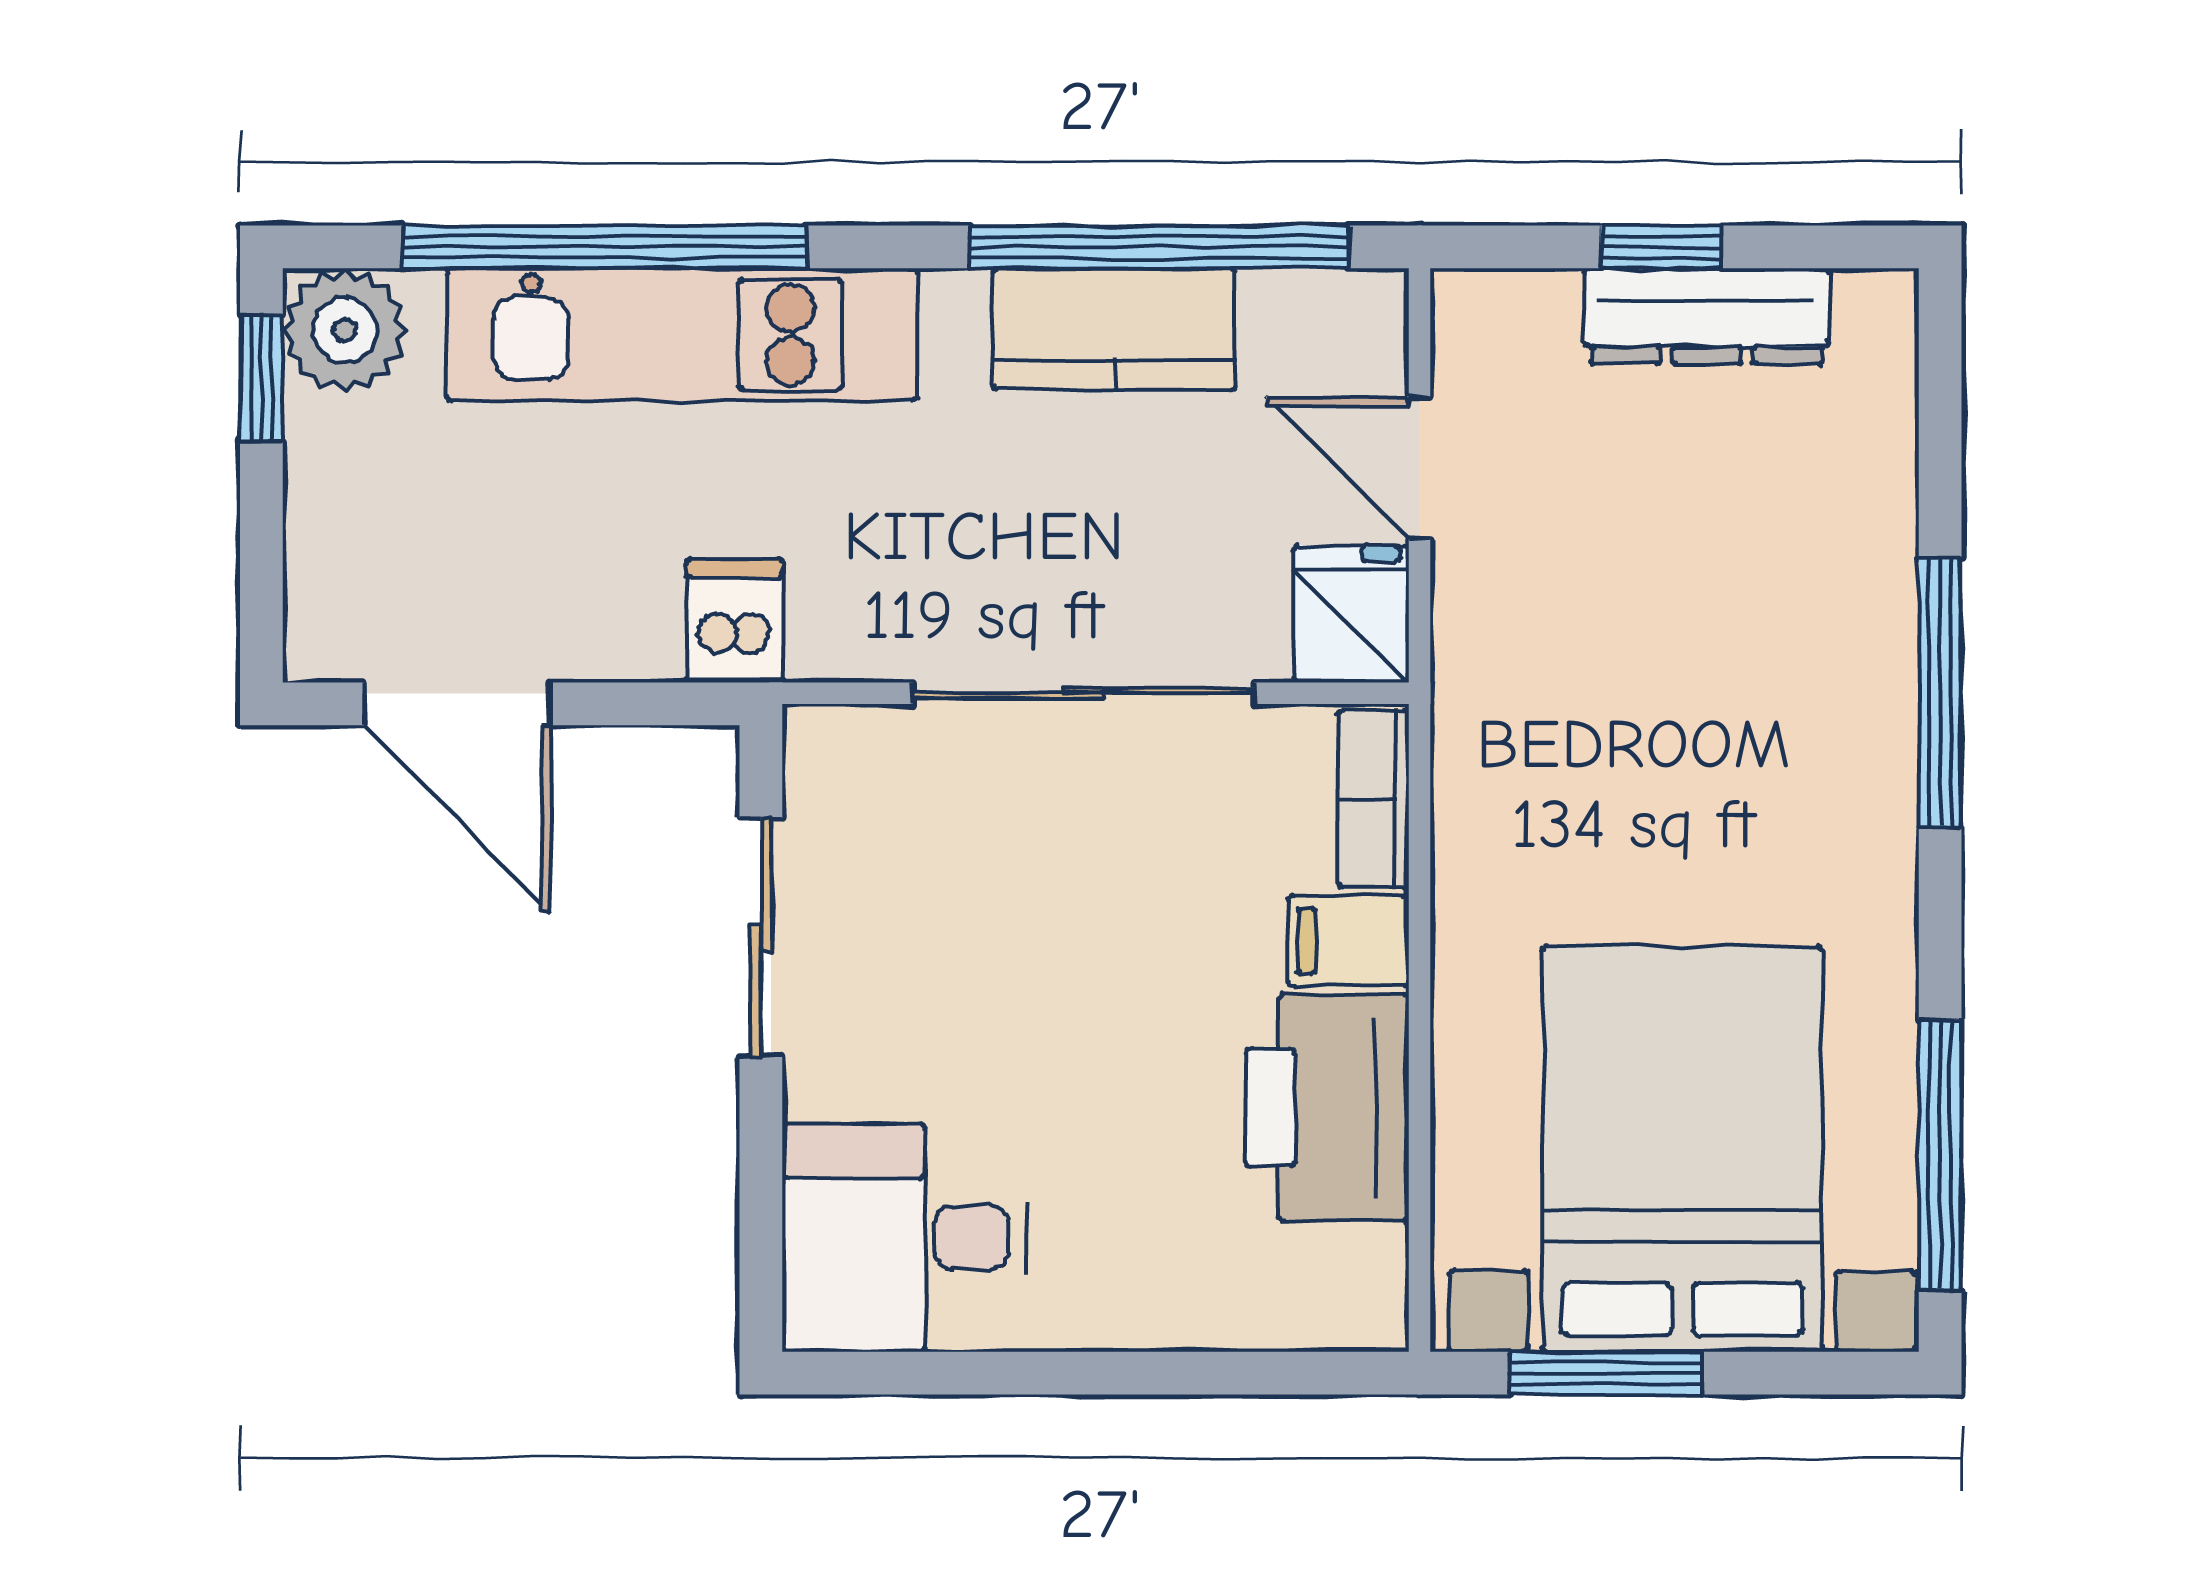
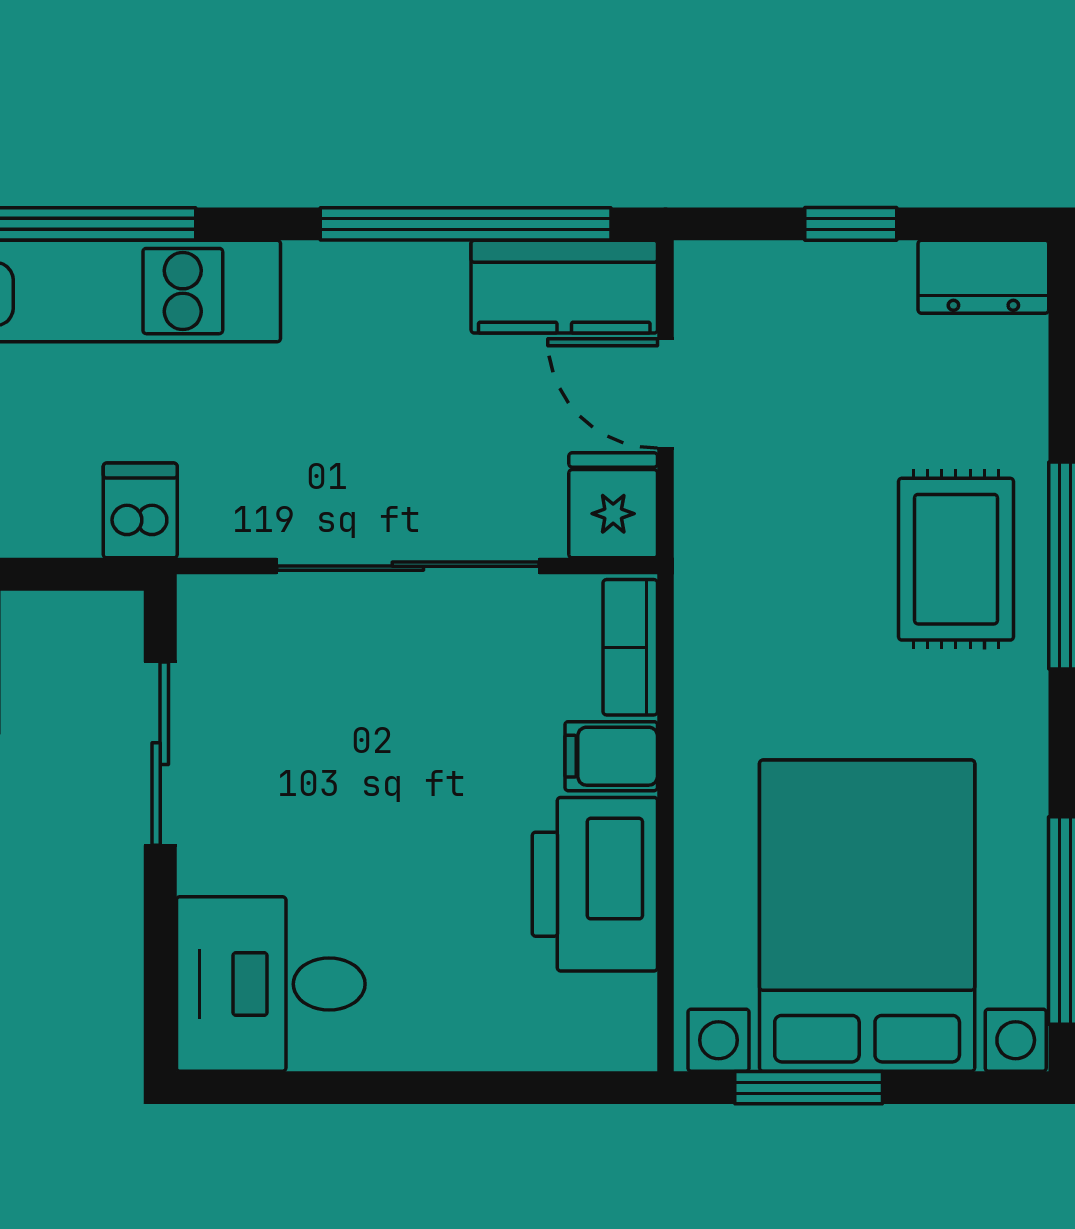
dresser: (1707, 316) -> (983, 277), moved, width x0.70
kitchen counter: (1114, 329) -> (564, 287), moved
rug: (1798, 684) -> (956, 559), added

